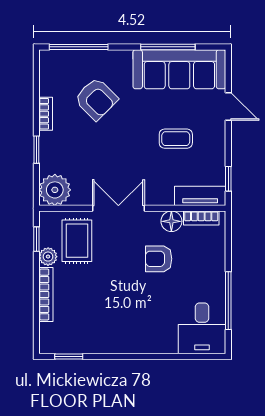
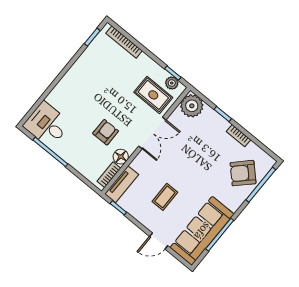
armchair: (96, 99) -> (243, 173), moved
plant: (48, 257) -> (172, 83), moved
bookcase: (46, 294) -> (124, 42), moved

